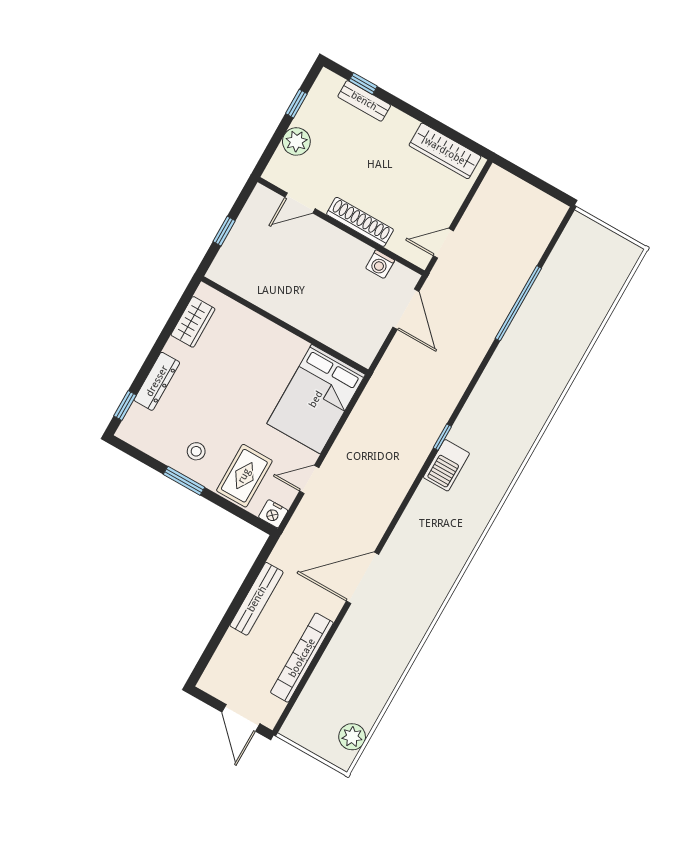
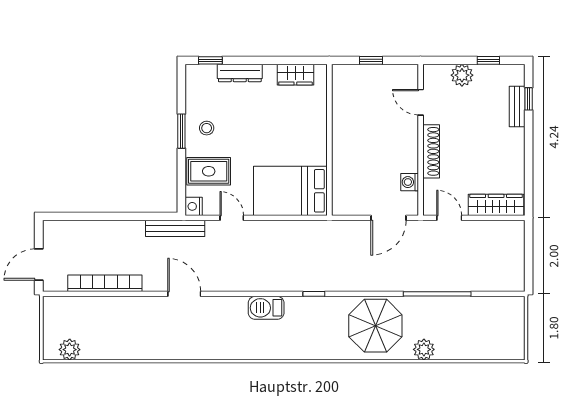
wardrobe: (445, 151) -> (496, 205), moved, turned 90
plant: (571, 352) -> (424, 349), added
parasol: (515, 390) -> (375, 326), added
barbecue: (446, 465) -> (266, 308), moved
door: (363, 578) -> (184, 294), width x0.73
bench: (257, 599) -> (175, 228), moved

